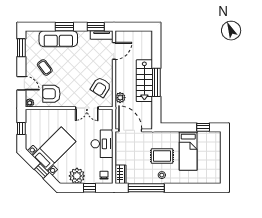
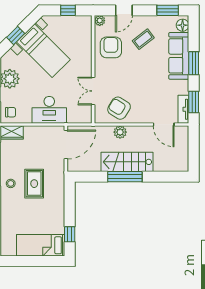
floor lamp: (33, 36) -> (183, 25), added
plant: (120, 98) -> (120, 132), moved
bed: (188, 151) -> (41, 245), moved

